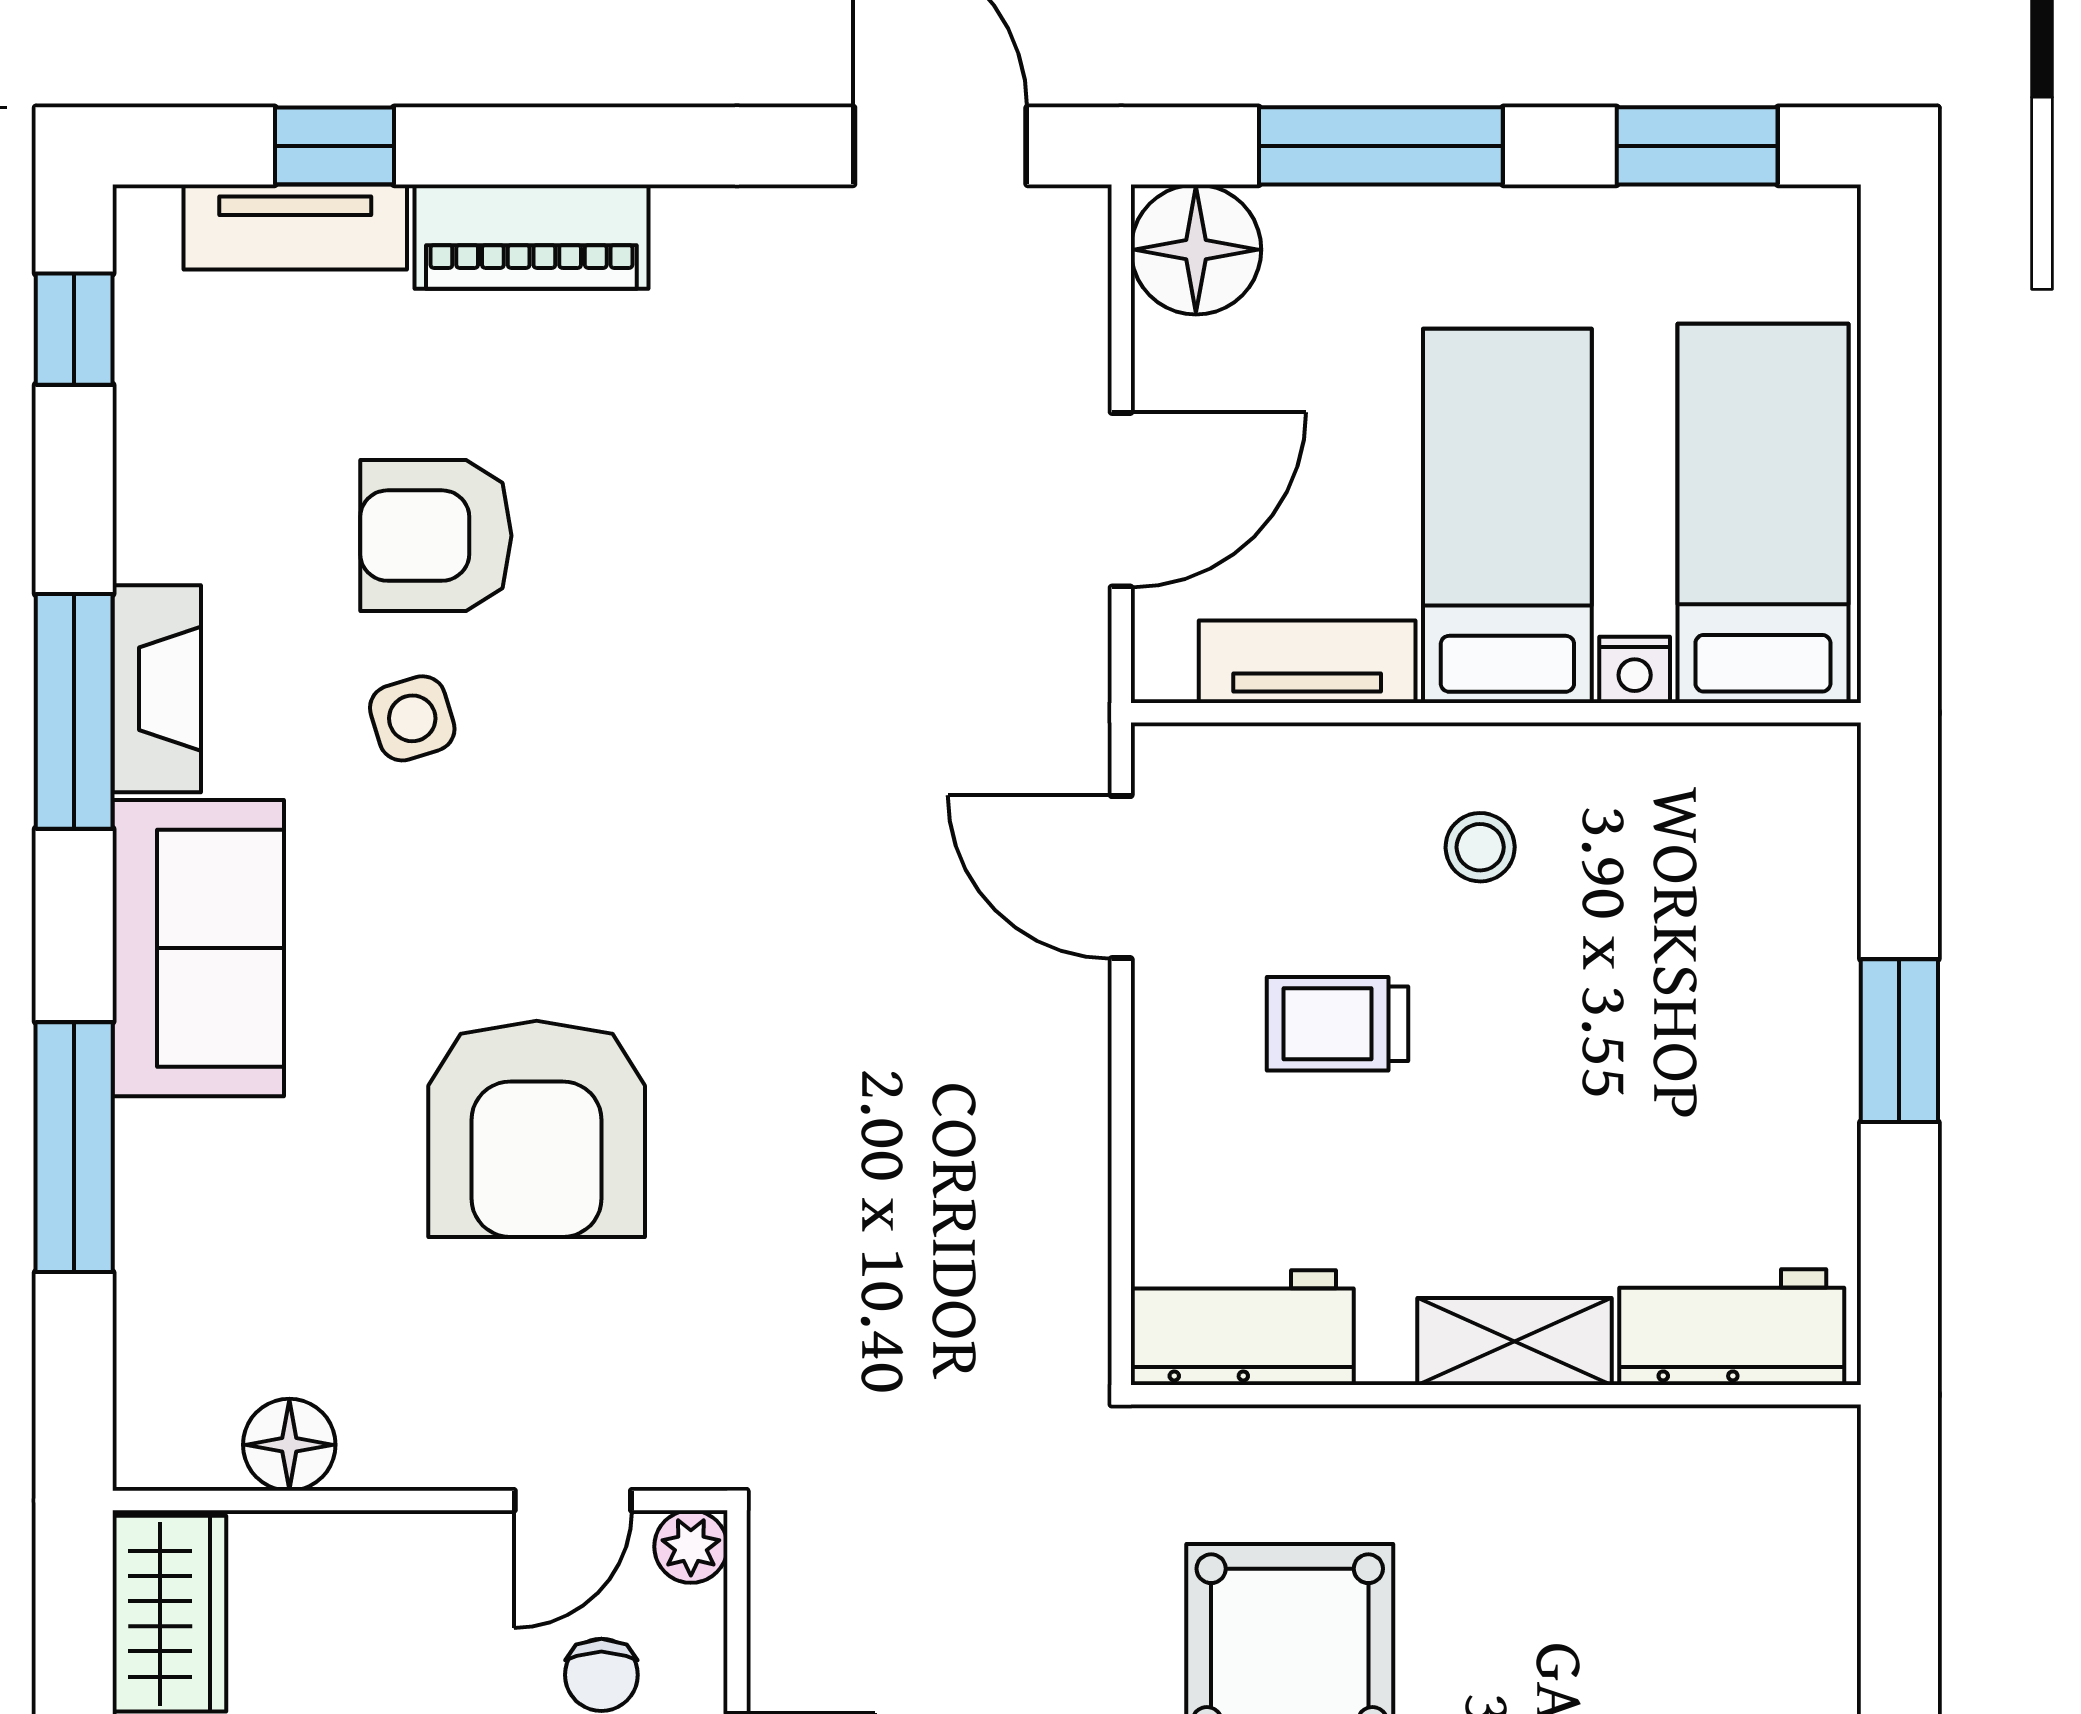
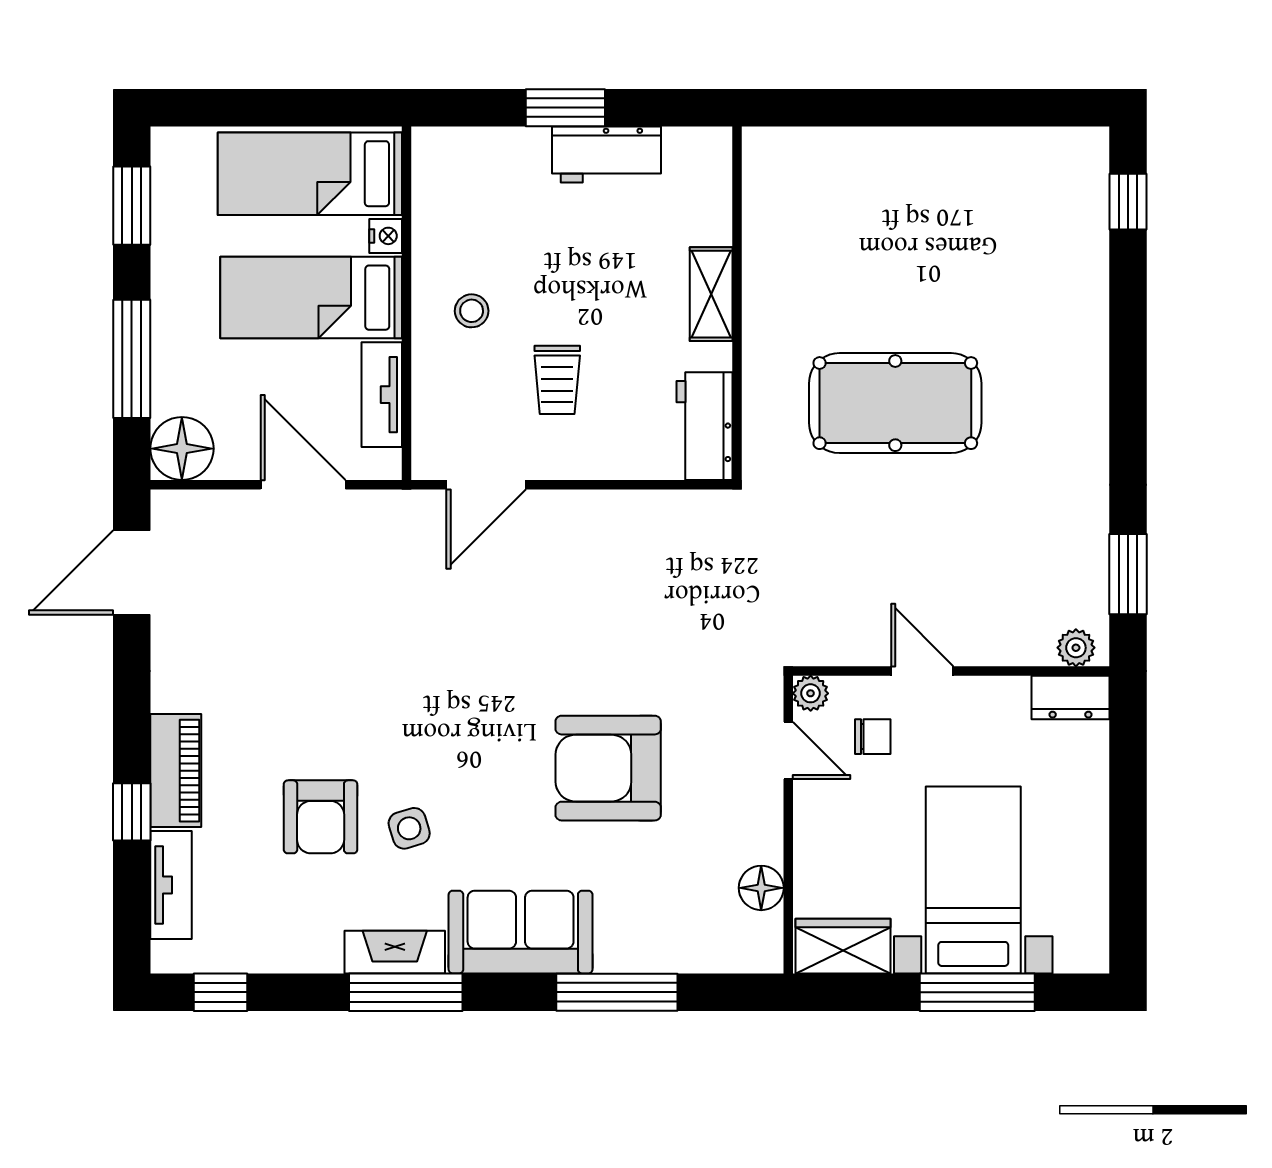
window: (334, 146) -> (132, 812), moved
armchair: (537, 1129) -> (608, 768), turned 180
workbench: (1732, 1327) -> (607, 154), moved, turned -90

